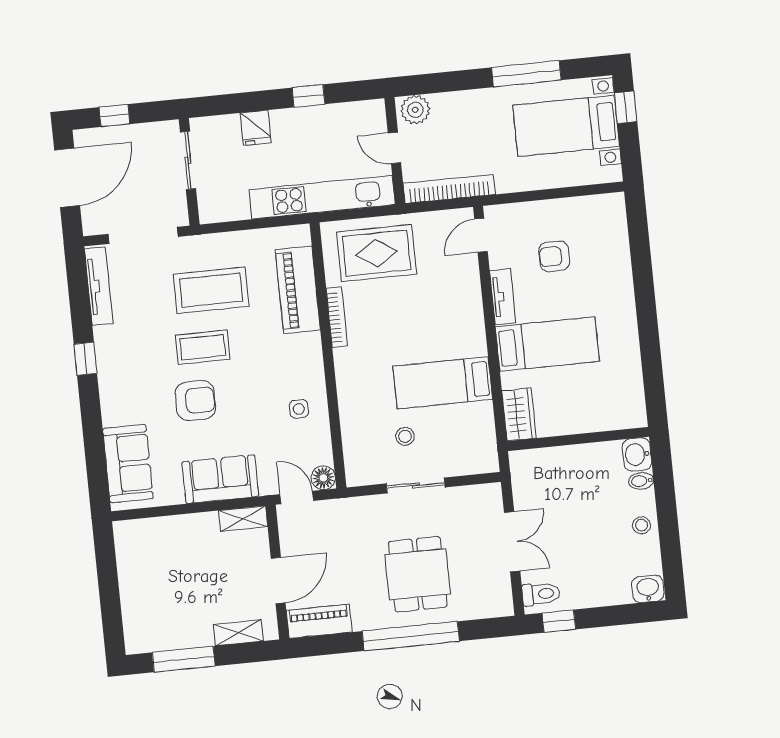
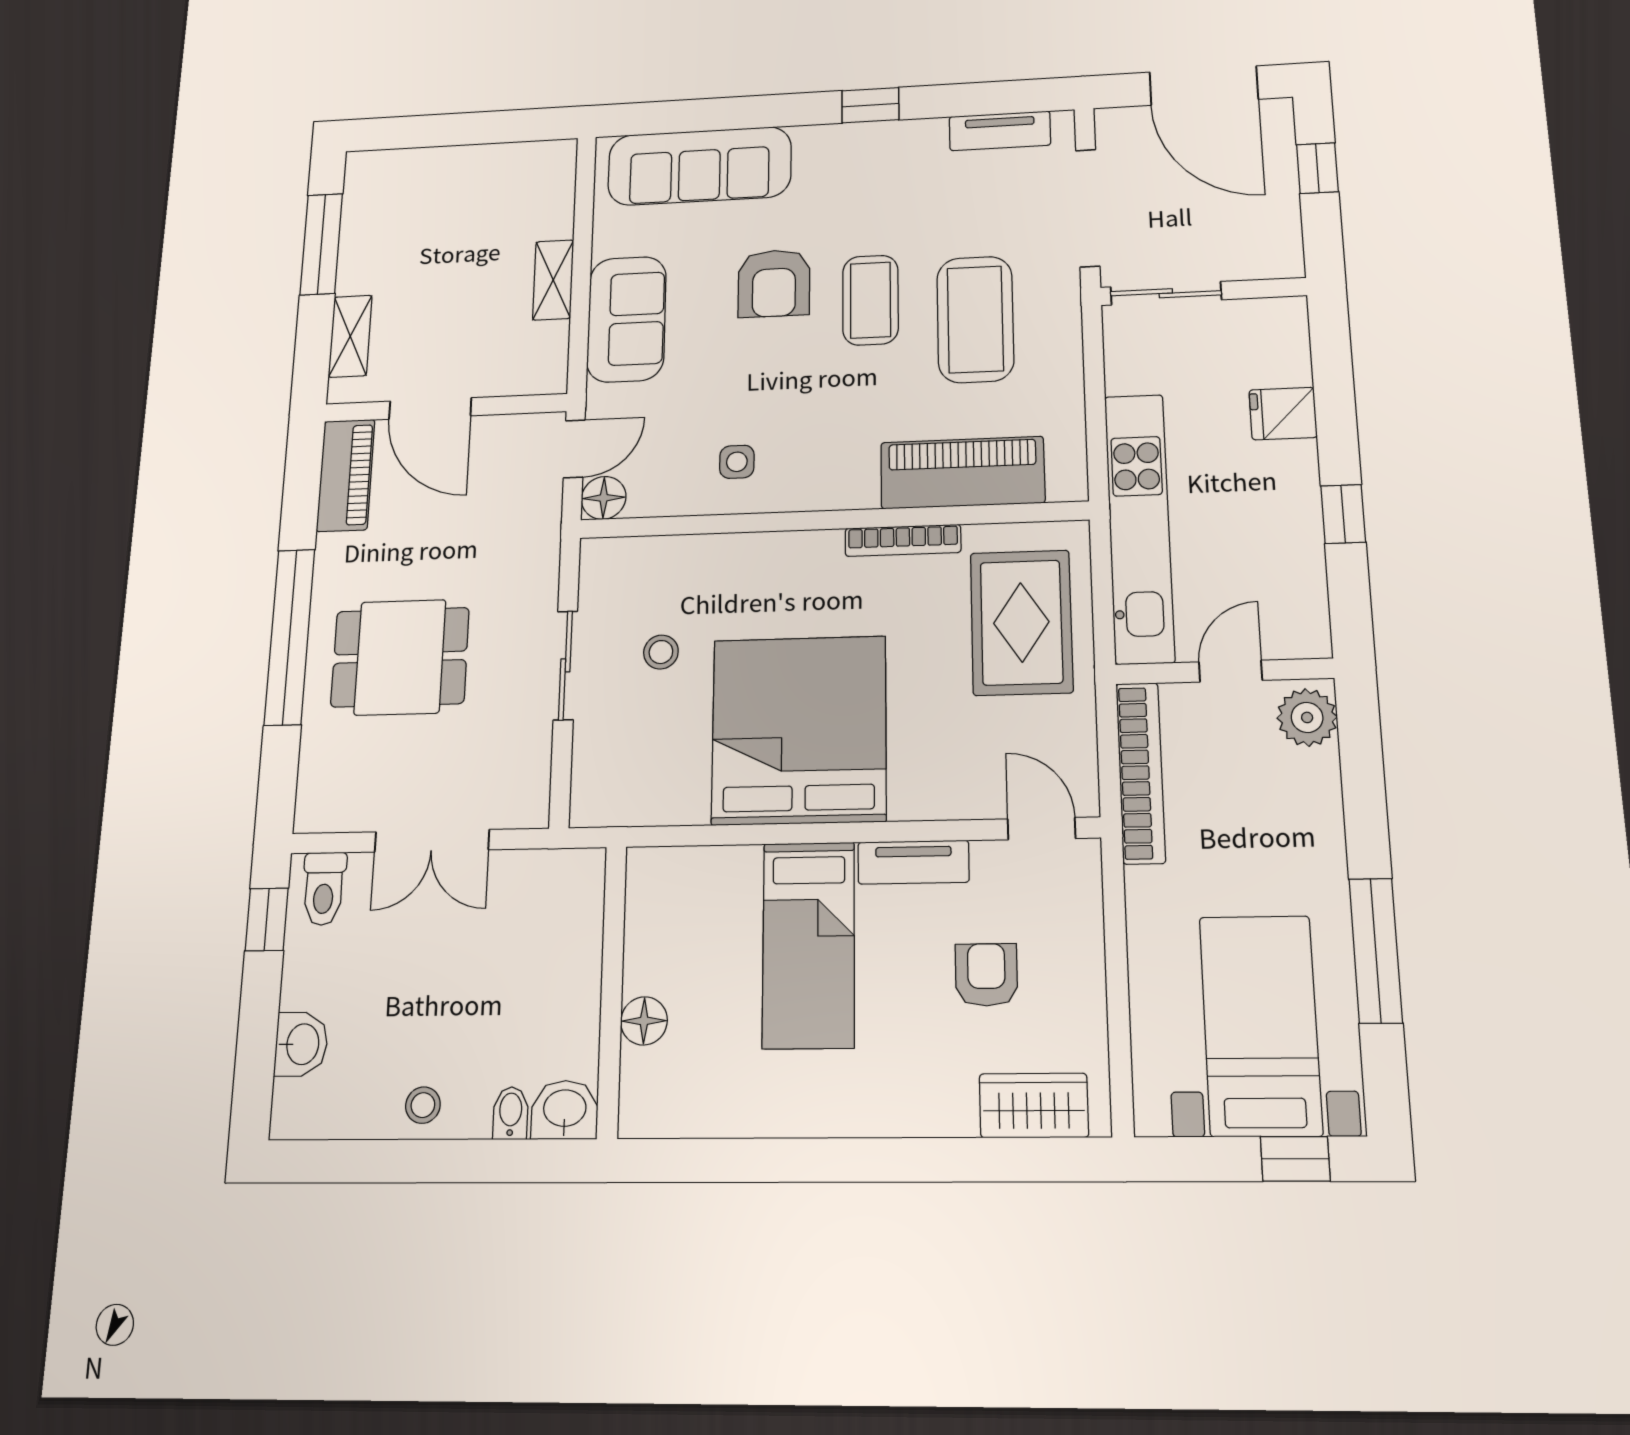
sliding door: (188, 160) -> (1166, 293), moved
tv unit: (99, 286) -> (1000, 131), width x0.71
bed: (443, 383) -> (799, 730), width x2.04
wardrobe: (519, 414) -> (1034, 1105), moved, turned 180
floor lamp: (591, 421) -> (644, 1021), added
sofa: (128, 464) -> (699, 166), width x1.36
shelving: (243, 519) -> (553, 280), moved
washbasin: (648, 589) -> (301, 1044), moved

